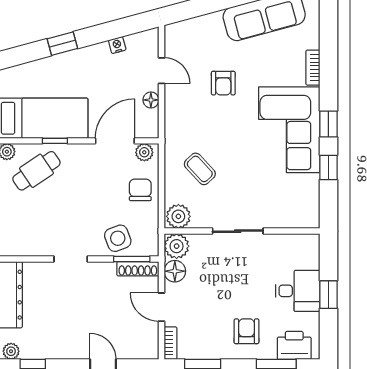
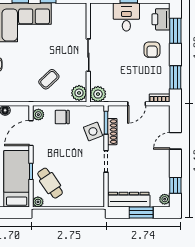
door: (115, 141) -> (31, 133), hinge flipped
shoe rack: (138, 269) -> (112, 132), moved
floor lamp: (175, 271) -> (114, 95), removed
armchair: (246, 331) -> (152, 50), turned -90

